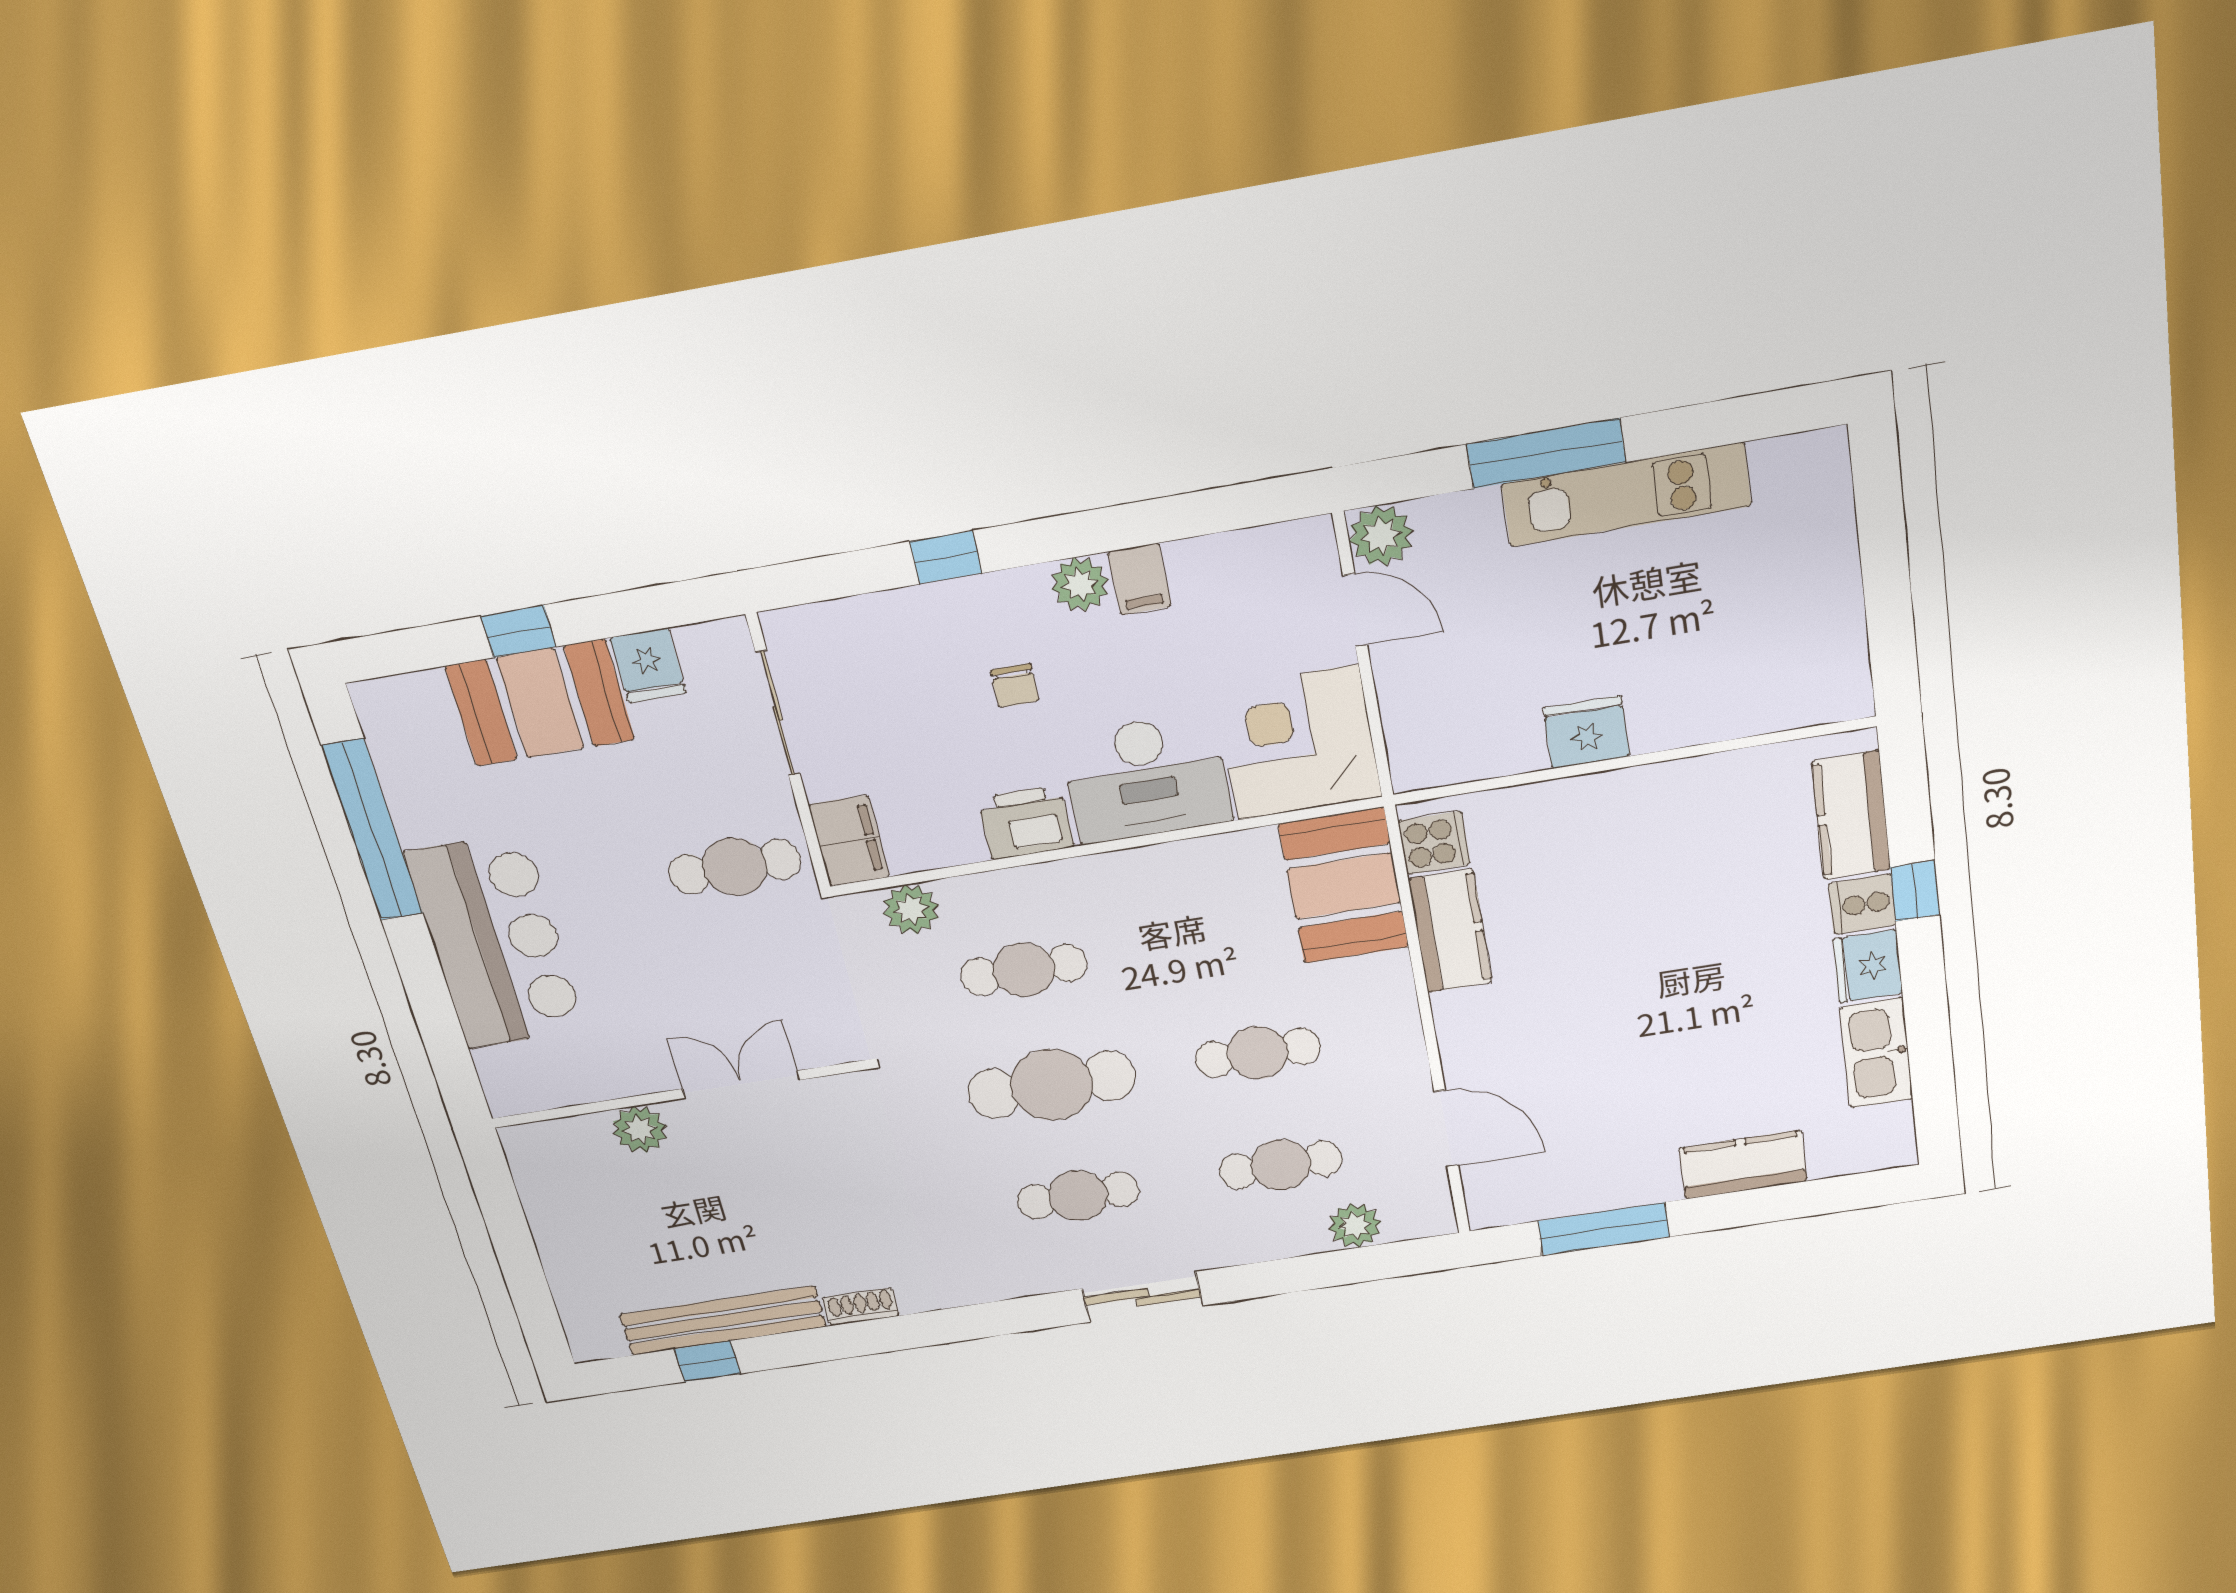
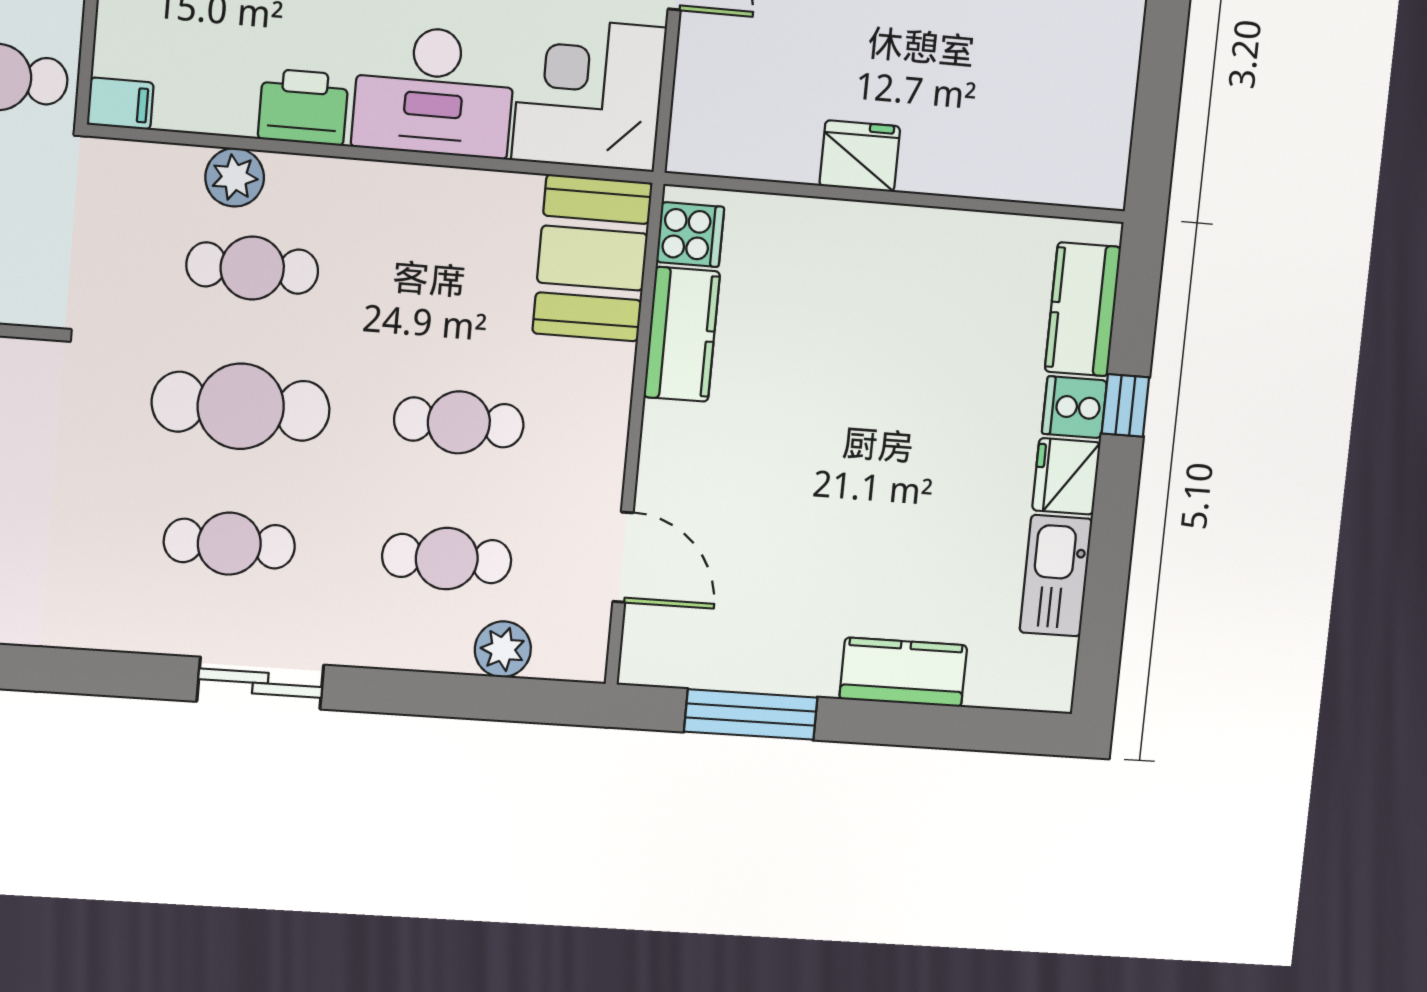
filing cabinet: (849, 841) -> (120, 104), width x0.50
plant: (911, 909) -> (235, 177), moved

